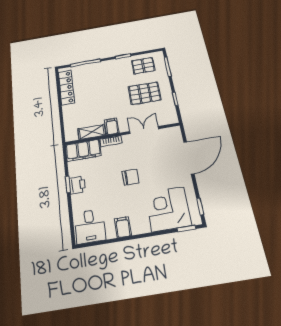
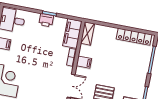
shelving: (92, 132) -> (88, 33), moved
chair: (131, 177) -> (37, 62), removed

